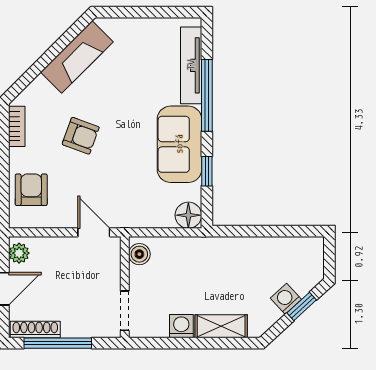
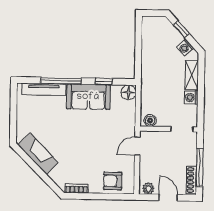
armchair: (81, 136) -> (83, 152), removed
washing machine: (286, 299) -> (185, 48), moved

